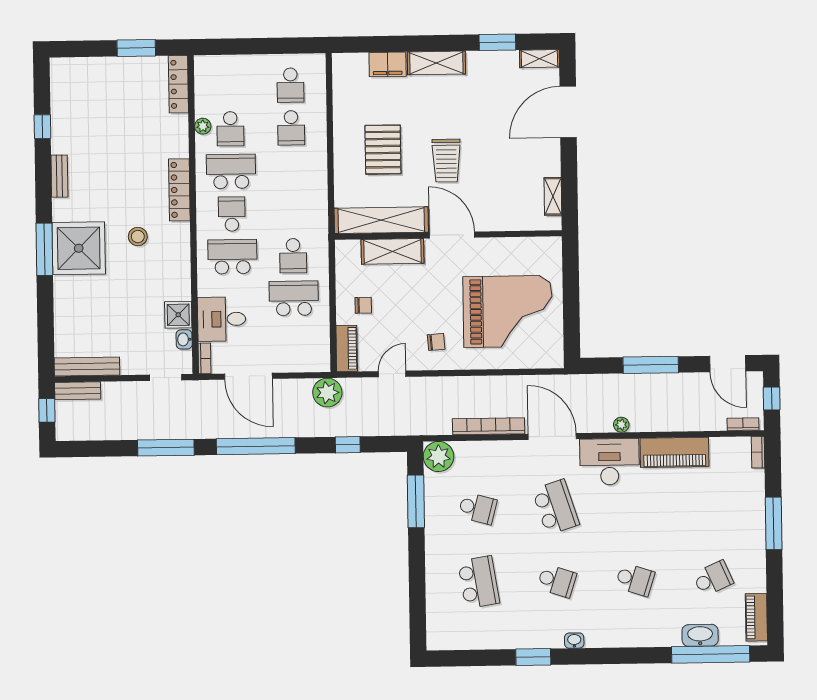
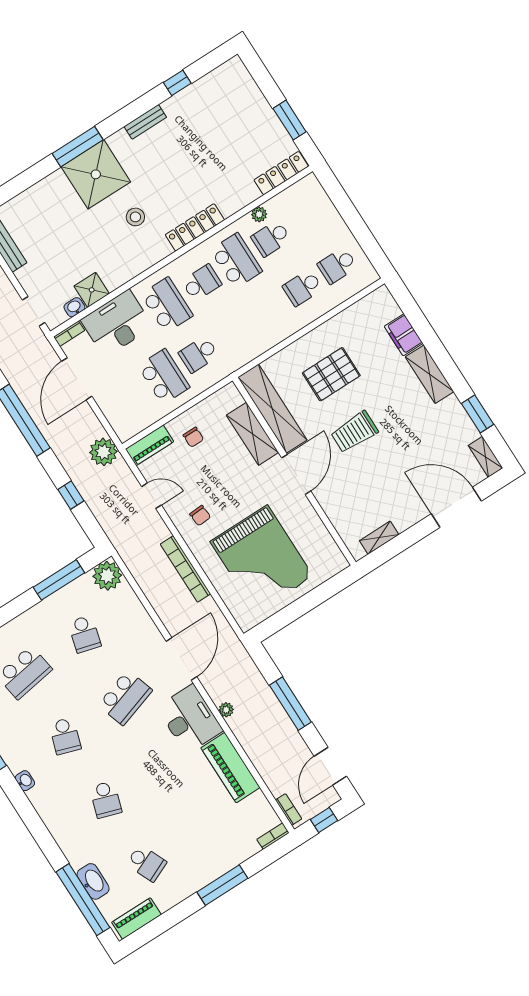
desk: (222, 319) -> (117, 323), width x1.37
bookcase: (489, 426) -> (186, 569), moved, turned 180

